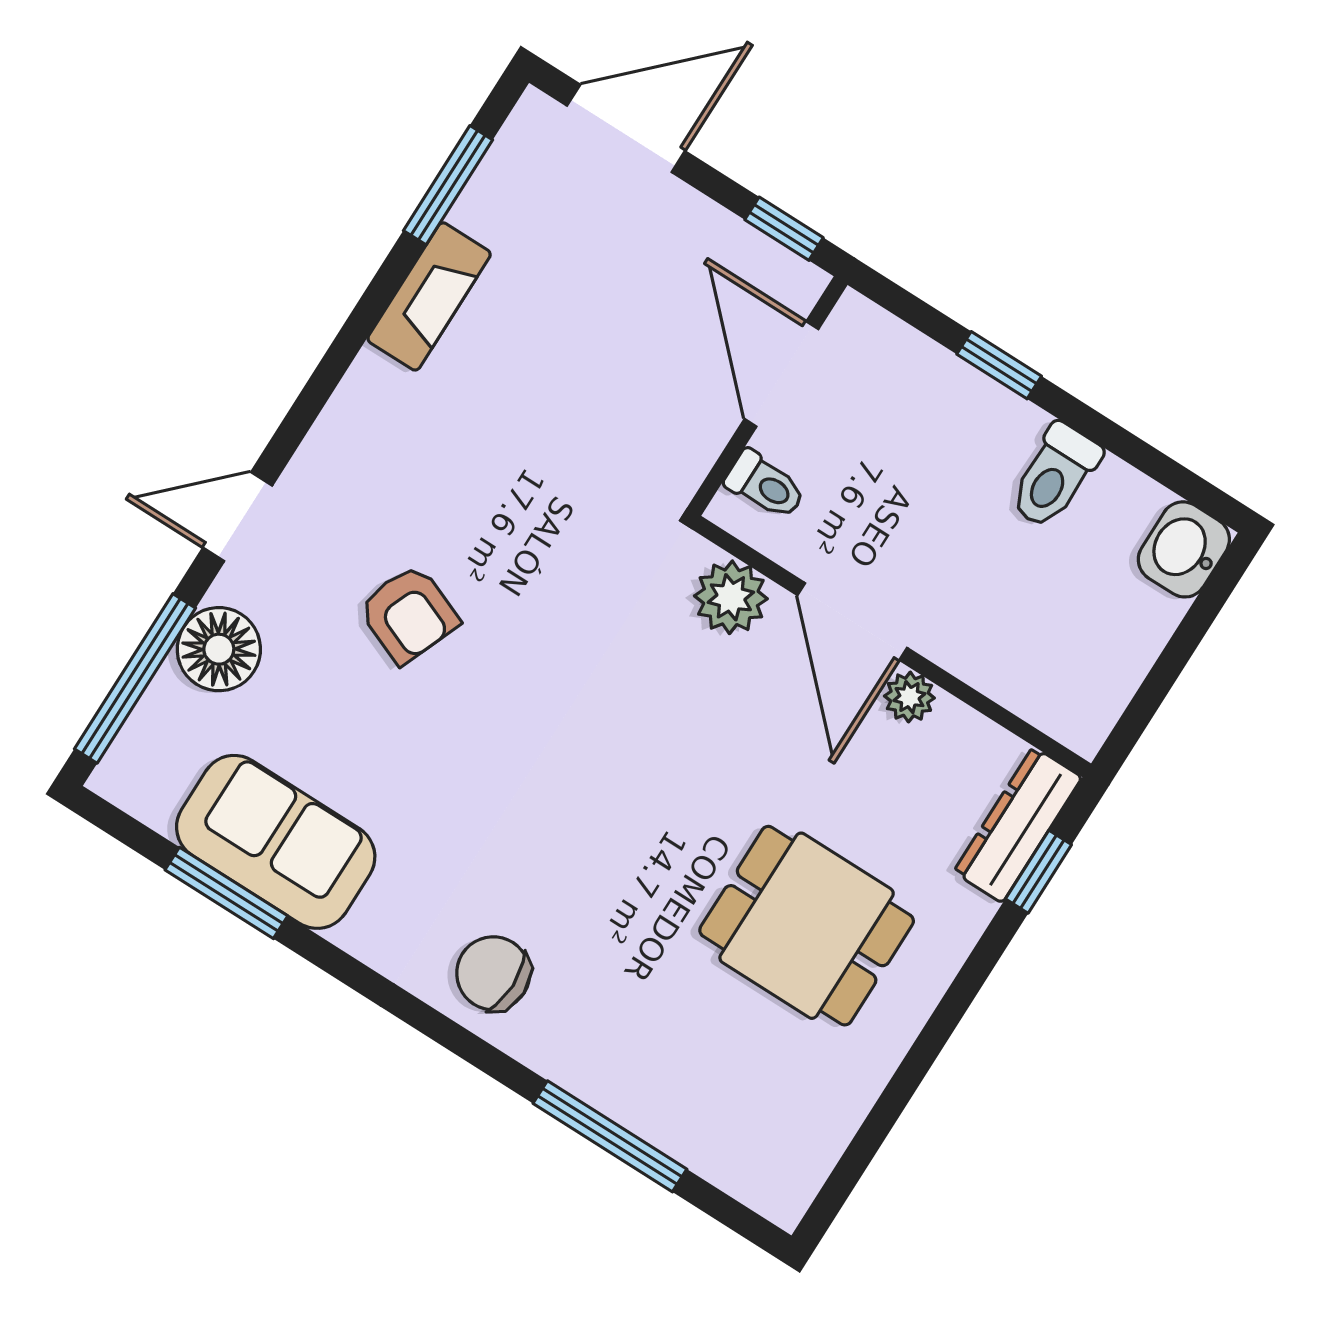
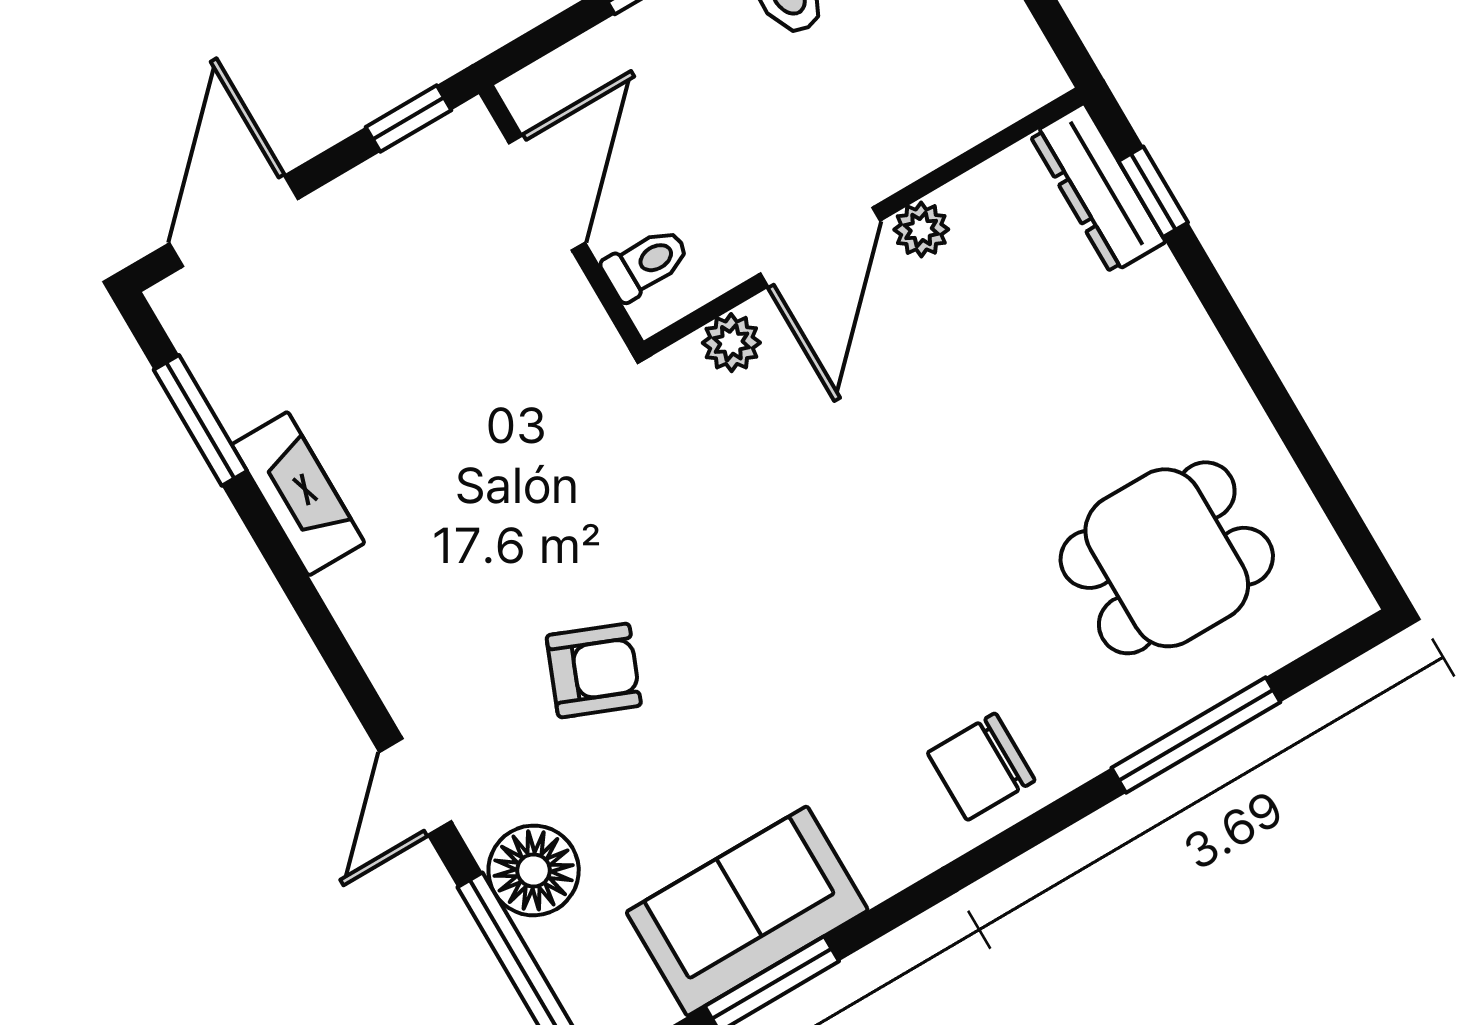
door: (781, 374) -> (547, 193), swing flipped
plant: (731, 597) -> (731, 343), width x0.73, depth x0.73
door: (852, 621) -> (820, 247), hinge flipped
dining table: (807, 926) -> (1167, 558), moved

